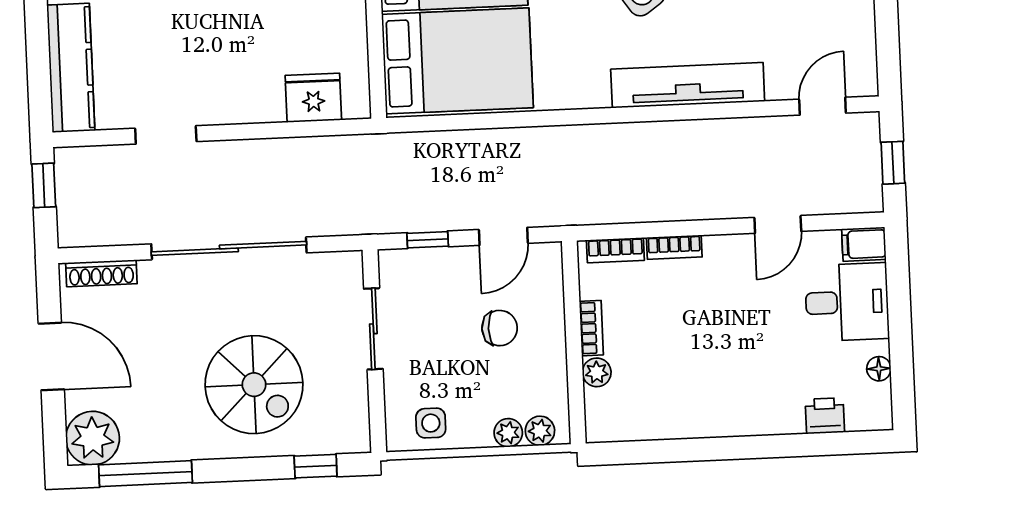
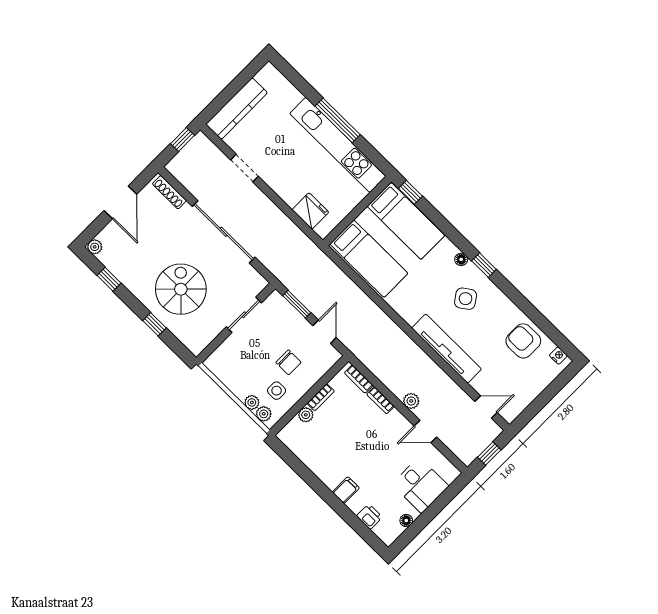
bed: (457, 61) -> (369, 259), width x0.67
plant: (716, 205) -> (411, 401), added
door: (503, 236) -> (325, 332), swing flipped
window: (428, 240) -> (297, 304), width x1.50
filing cabinet: (864, 244) -> (346, 490), moved, turned 90
spiral stairs: (254, 385) -> (181, 289), turned 180
side table: (431, 423) -> (277, 391), moved
plant: (93, 438) -> (95, 247), width x0.53, depth x0.53
window: (316, 466) -> (154, 324), moved
window: (145, 474) -> (109, 279), width x0.46

